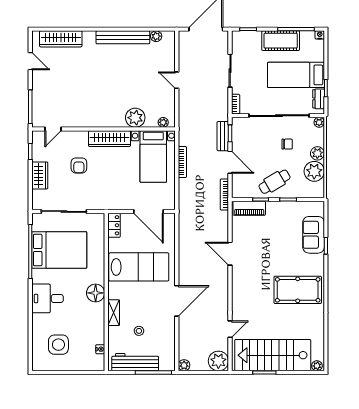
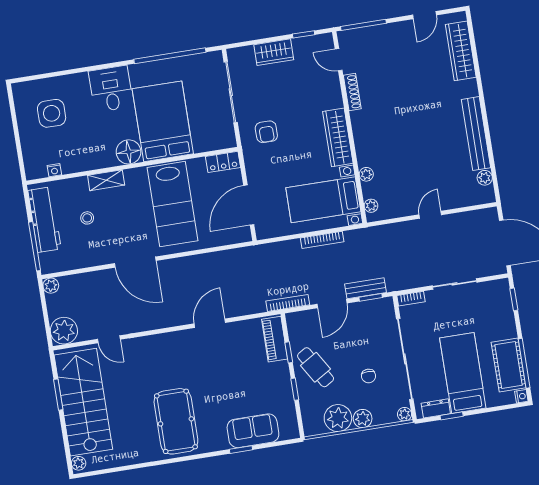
cot: (281, 41) -> (509, 365), moved
plant: (135, 118) -> (366, 174), width x0.53, depth x0.53
shoe rack: (78, 123) -> (352, 92), added
armchair: (79, 165) -> (266, 132), moved, turned -90
bed: (59, 250) -> (163, 121), moved, turned 180

